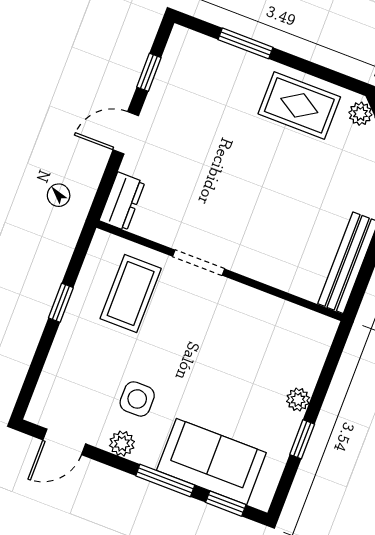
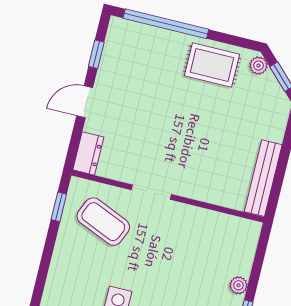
window: (245, 43) -> (166, 24), width x2.11
coffee table: (131, 294) -> (103, 222), turned -67
window: (61, 303) -> (59, 207), moved

